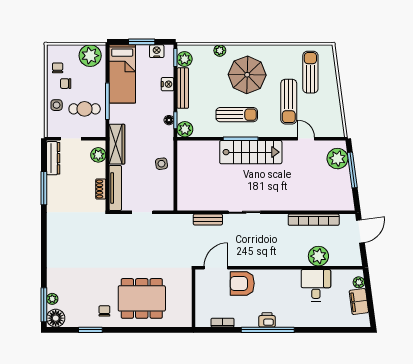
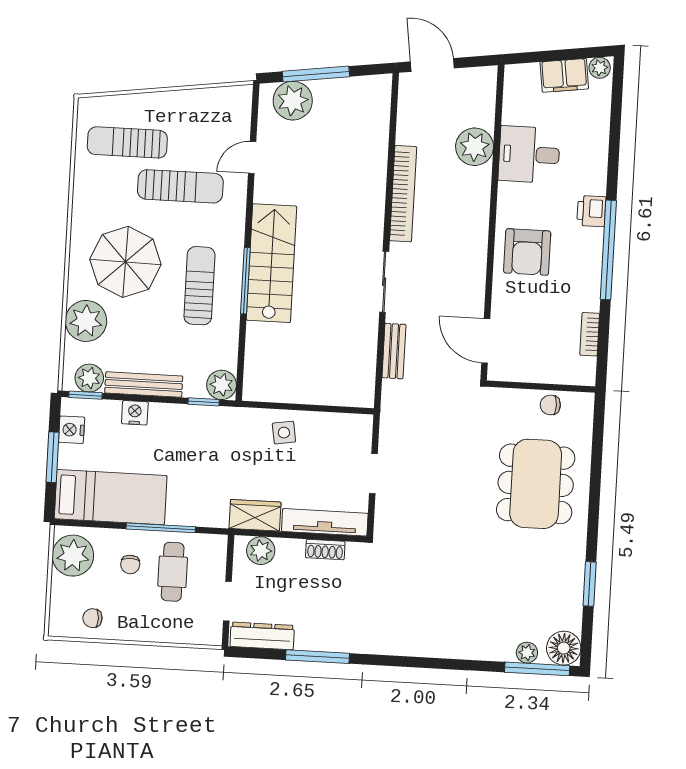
plant: (220, 50) -> (86, 321), width x1.87, depth x1.87
chair: (66, 84) -> (130, 564), moved
side table: (57, 105) -> (163, 624), removed
floor lamp: (169, 120) -> (203, 414), removed
wardrobe: (117, 144) -> (255, 515), width x0.67
bookcase: (314, 220) -> (403, 194), moved
plant: (359, 282) -> (600, 68), moved
armchair: (242, 283) -> (527, 252), moved
chair: (104, 311) -> (550, 405), moved
printer: (267, 320) -> (591, 211), moved

